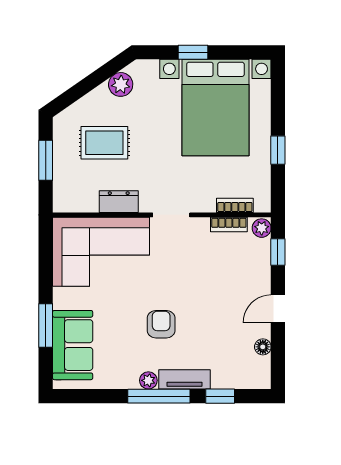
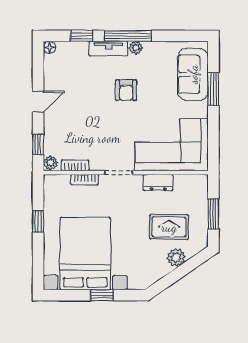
plant: (121, 84) -> (176, 257), moved
bookcase: (235, 205) -> (85, 180), moved
floor lamp: (263, 347) -> (50, 47), moved

